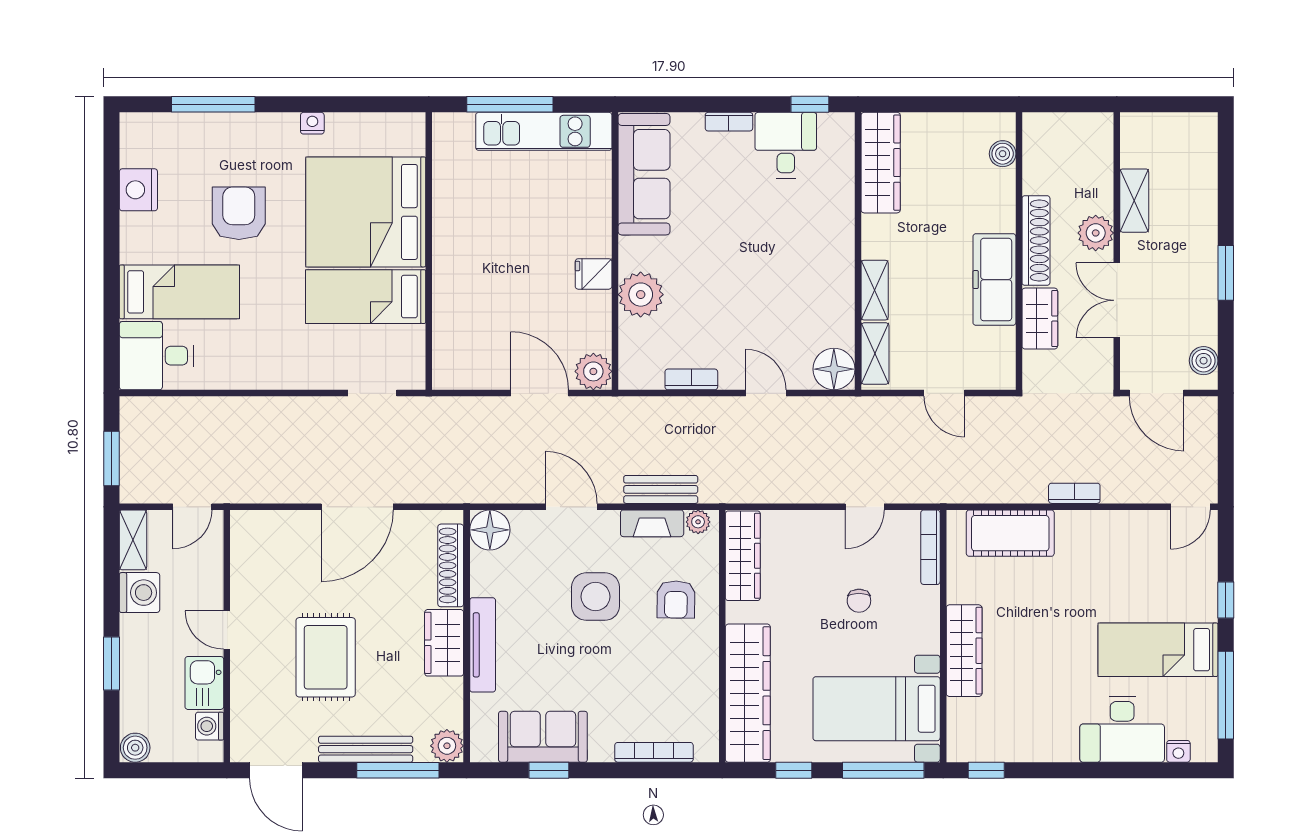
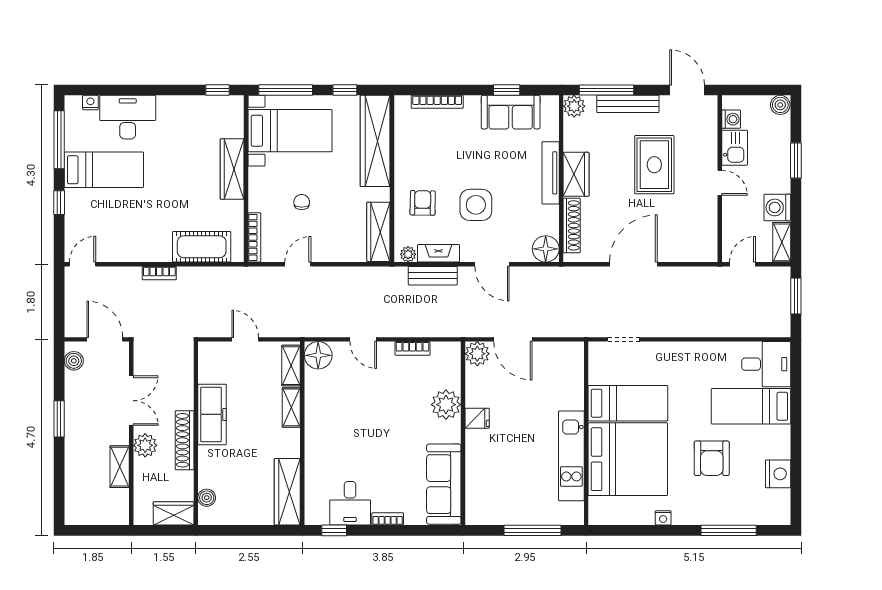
kitchen unit: (544, 131) -> (571, 456), moved, turned -90
wardrobe: (1040, 319) -> (174, 513), moved, turned 90

